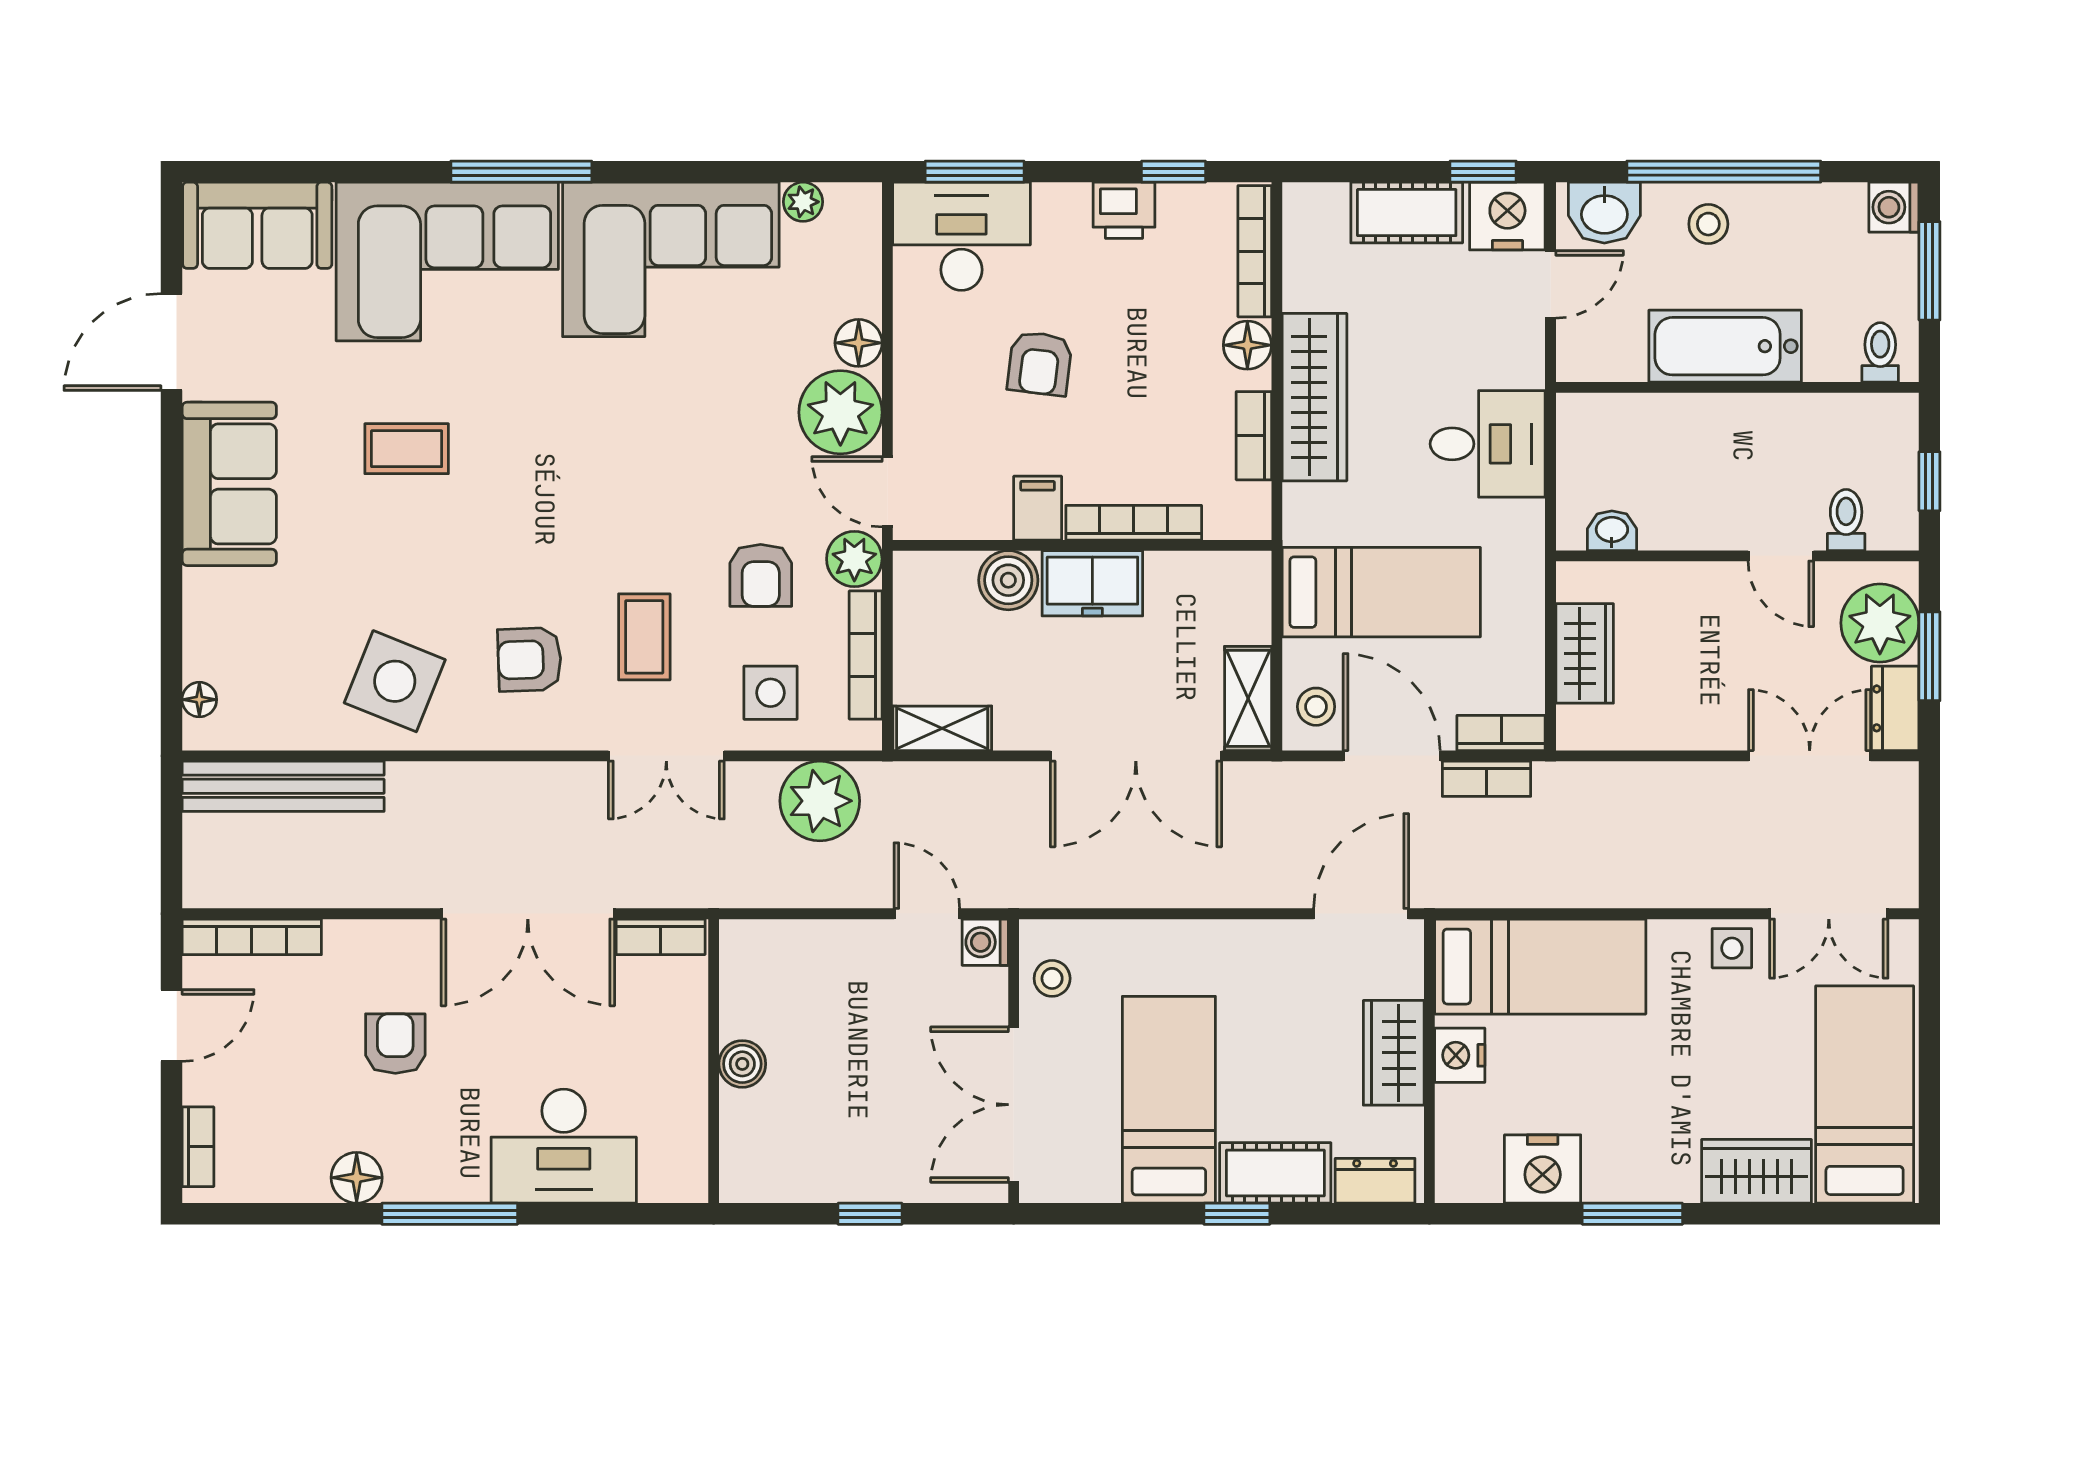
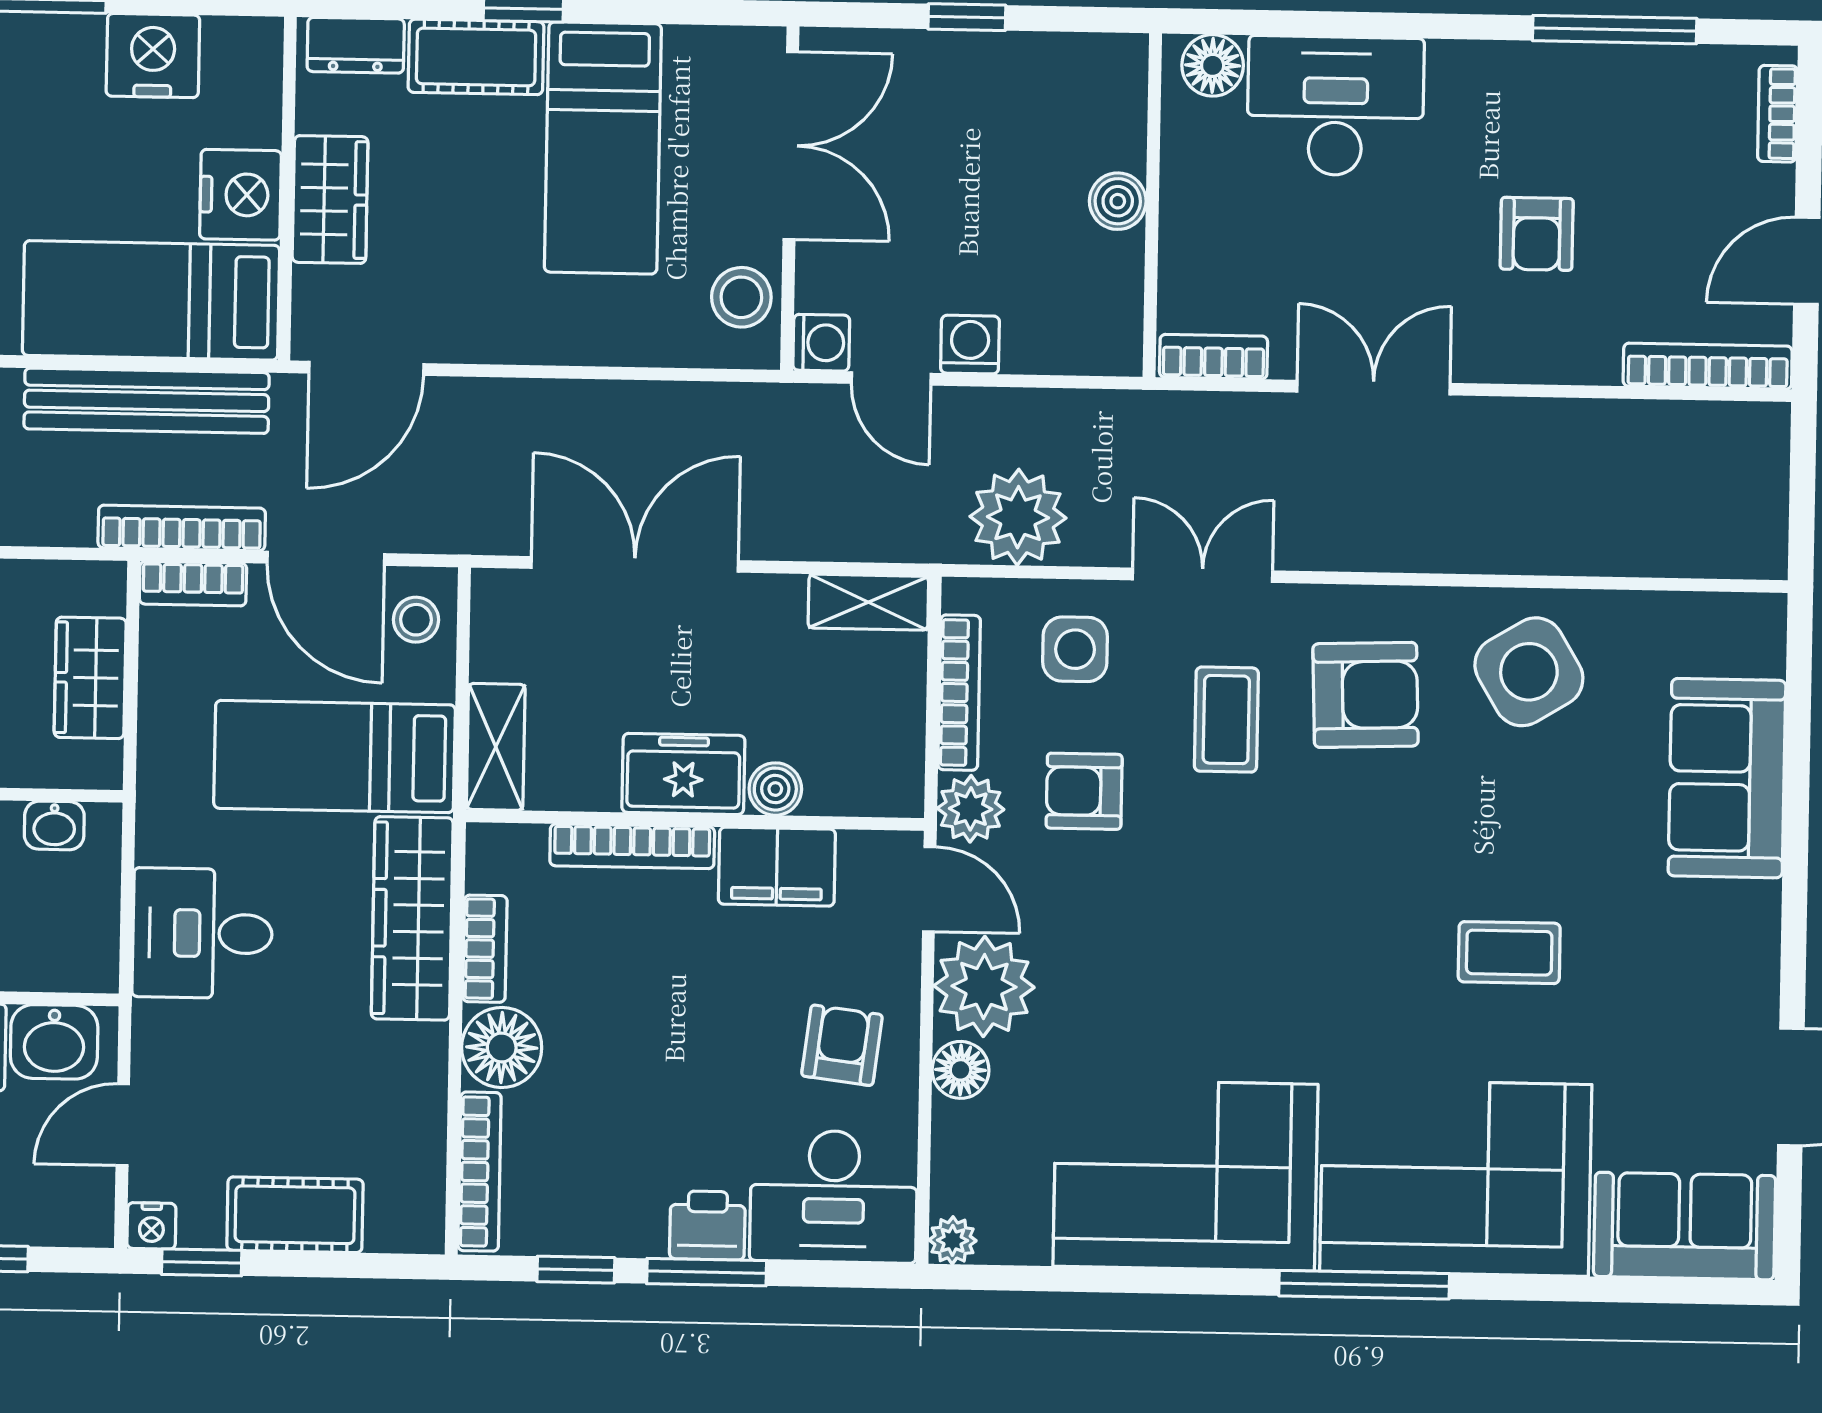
window: (975, 172) -> (707, 1272), moved
plant: (803, 202) -> (953, 1240), moved
printer: (1124, 210) -> (707, 1225), moved
washbasin: (1604, 213) -> (54, 1042), moved, turned 180
nightstand: (1507, 216) -> (151, 1226), width x0.53, depth x0.56
floor lamp: (1247, 345) -> (502, 1047), width x1.38, depth x1.38
armchair: (1040, 363) -> (842, 1045), moved
wardrobe: (1314, 397) -> (412, 918), moved
sofa: (229, 484) -> (1727, 778), moved
filing cabinet: (1038, 508) -> (777, 867), width x2.00
armchair: (761, 575) -> (1084, 791), turned -90
boiler: (1008, 580) -> (775, 789), width x0.73, depth x0.73
armchair: (530, 660) -> (1366, 695), width x1.38, depth x1.38
side table: (395, 681) -> (1529, 672), turned 37
shelving: (1248, 698) -> (496, 747), moved
floor lamp: (199, 700) -> (1766, 654), removed
bookcase: (1486, 779) -> (182, 528), width x1.56
bench: (283, 786) -> (147, 401), moved
double door: (528, 914) -> (1373, 388), width x0.73
washing machine: (862, 943) -> (970, 345), added
stool: (1052, 978) -> (741, 297), width x1.37, depth x1.37
nightstand: (1460, 1055) -> (241, 195), width x1.36, depth x1.33
floor lamp: (357, 1178) -> (1213, 65), moved
window: (450, 1214) -> (1615, 30), moved

